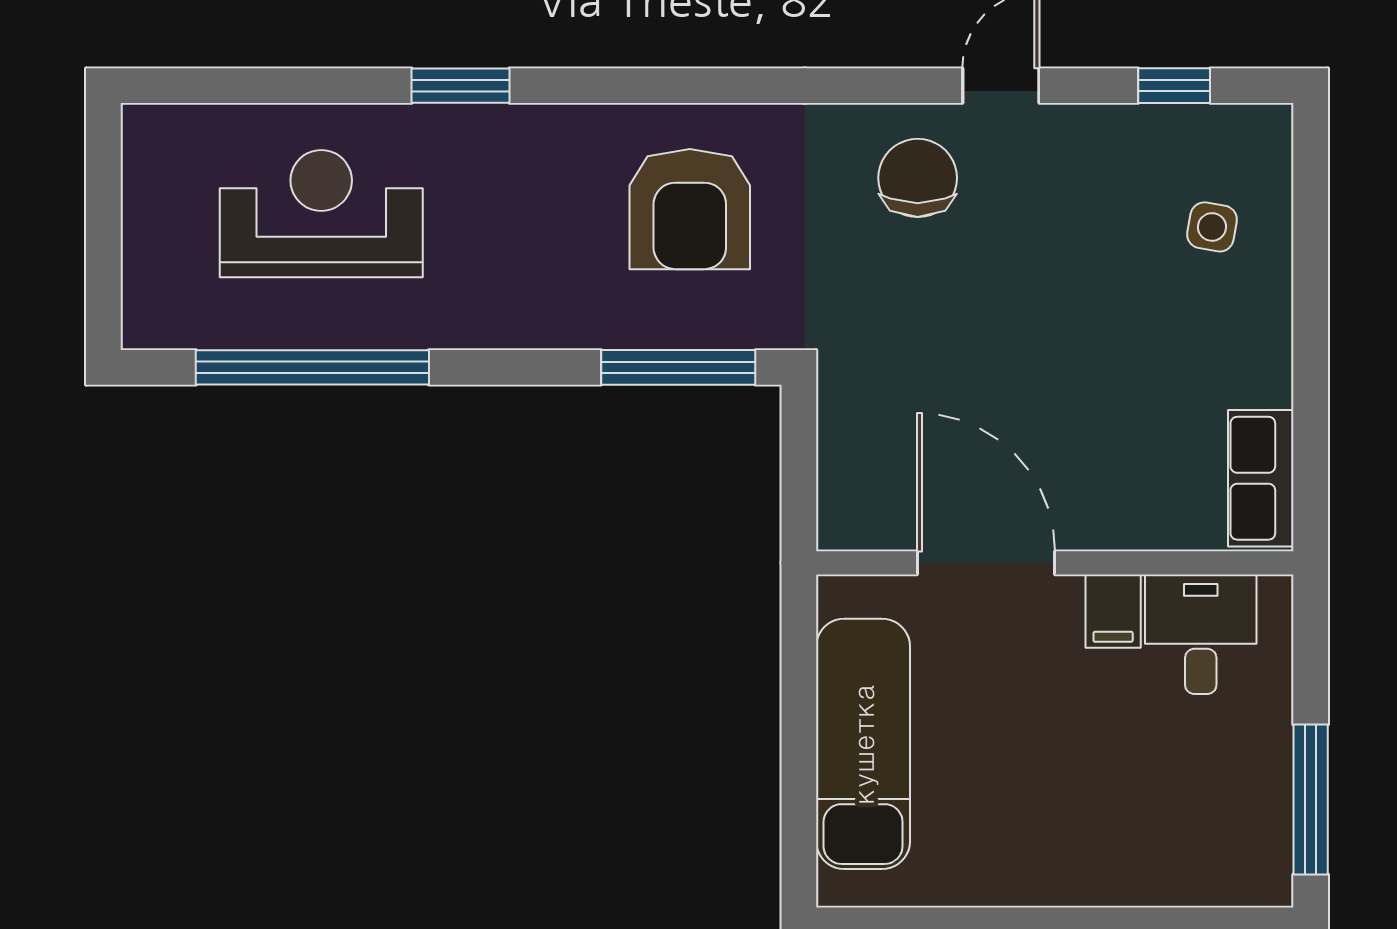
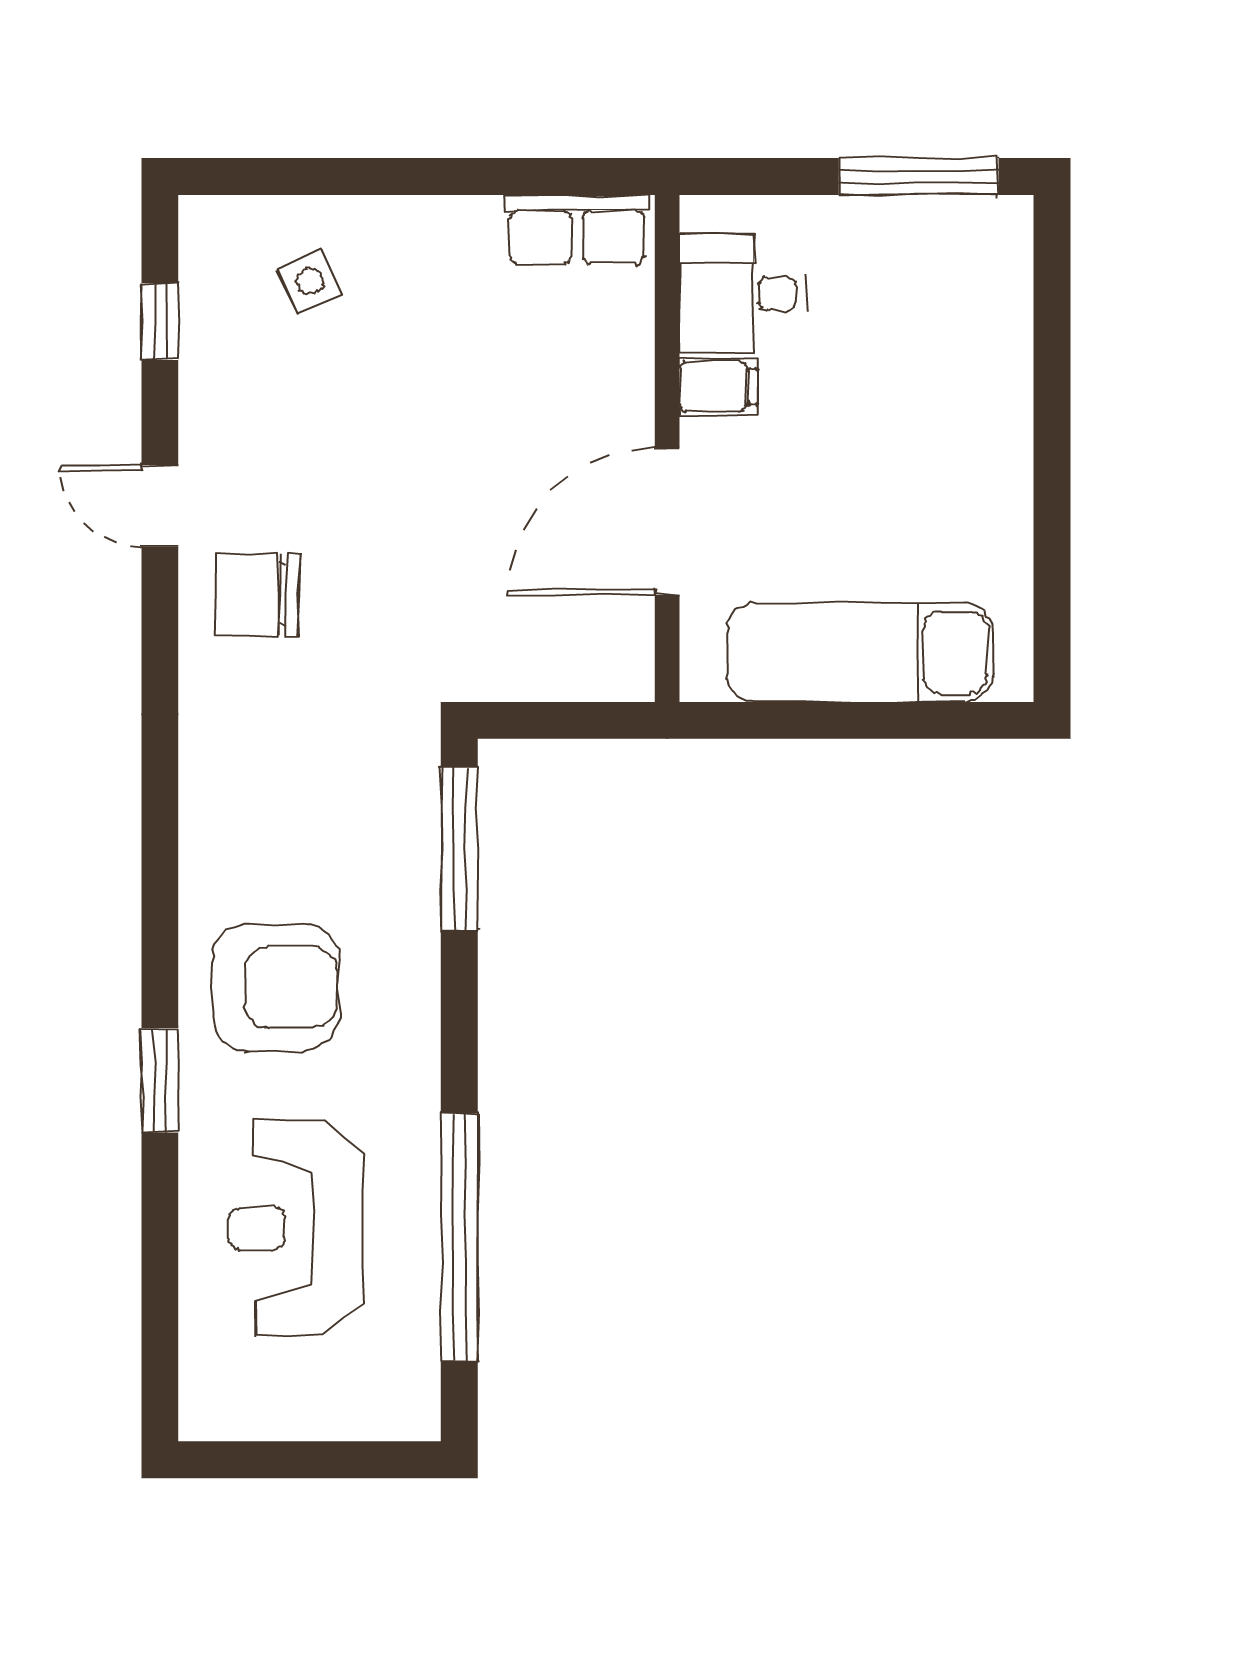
armchair: (690, 209) -> (275, 987), moved
side table: (1212, 227) -> (310, 281), turned -35

